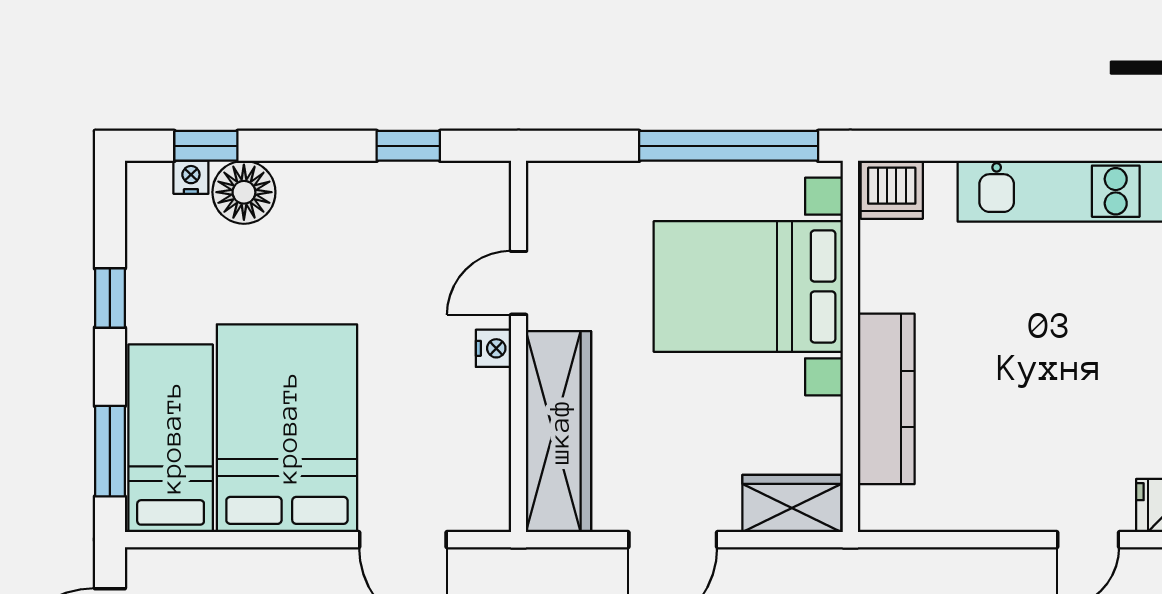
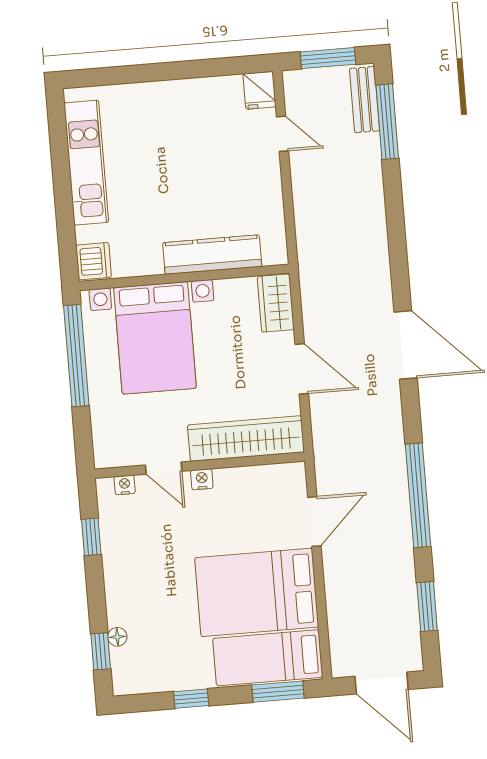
nightstand: (191, 177) -> (125, 485), moved, turned 90
floor lamp: (244, 192) -> (117, 637), width x0.53, depth x0.53

